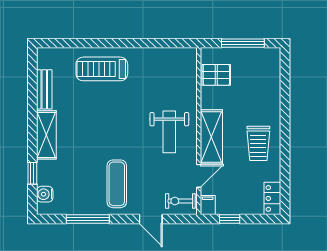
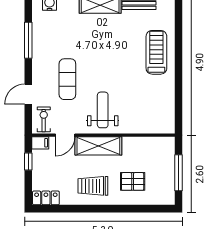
pallet: (216, 75) -> (133, 181), moved, turned 90
weight bench: (169, 132) -> (103, 110), turned 90
door: (199, 176) -> (65, 135), hinge flipped
exercise mat: (117, 184) -> (67, 79), moved, turned 90

